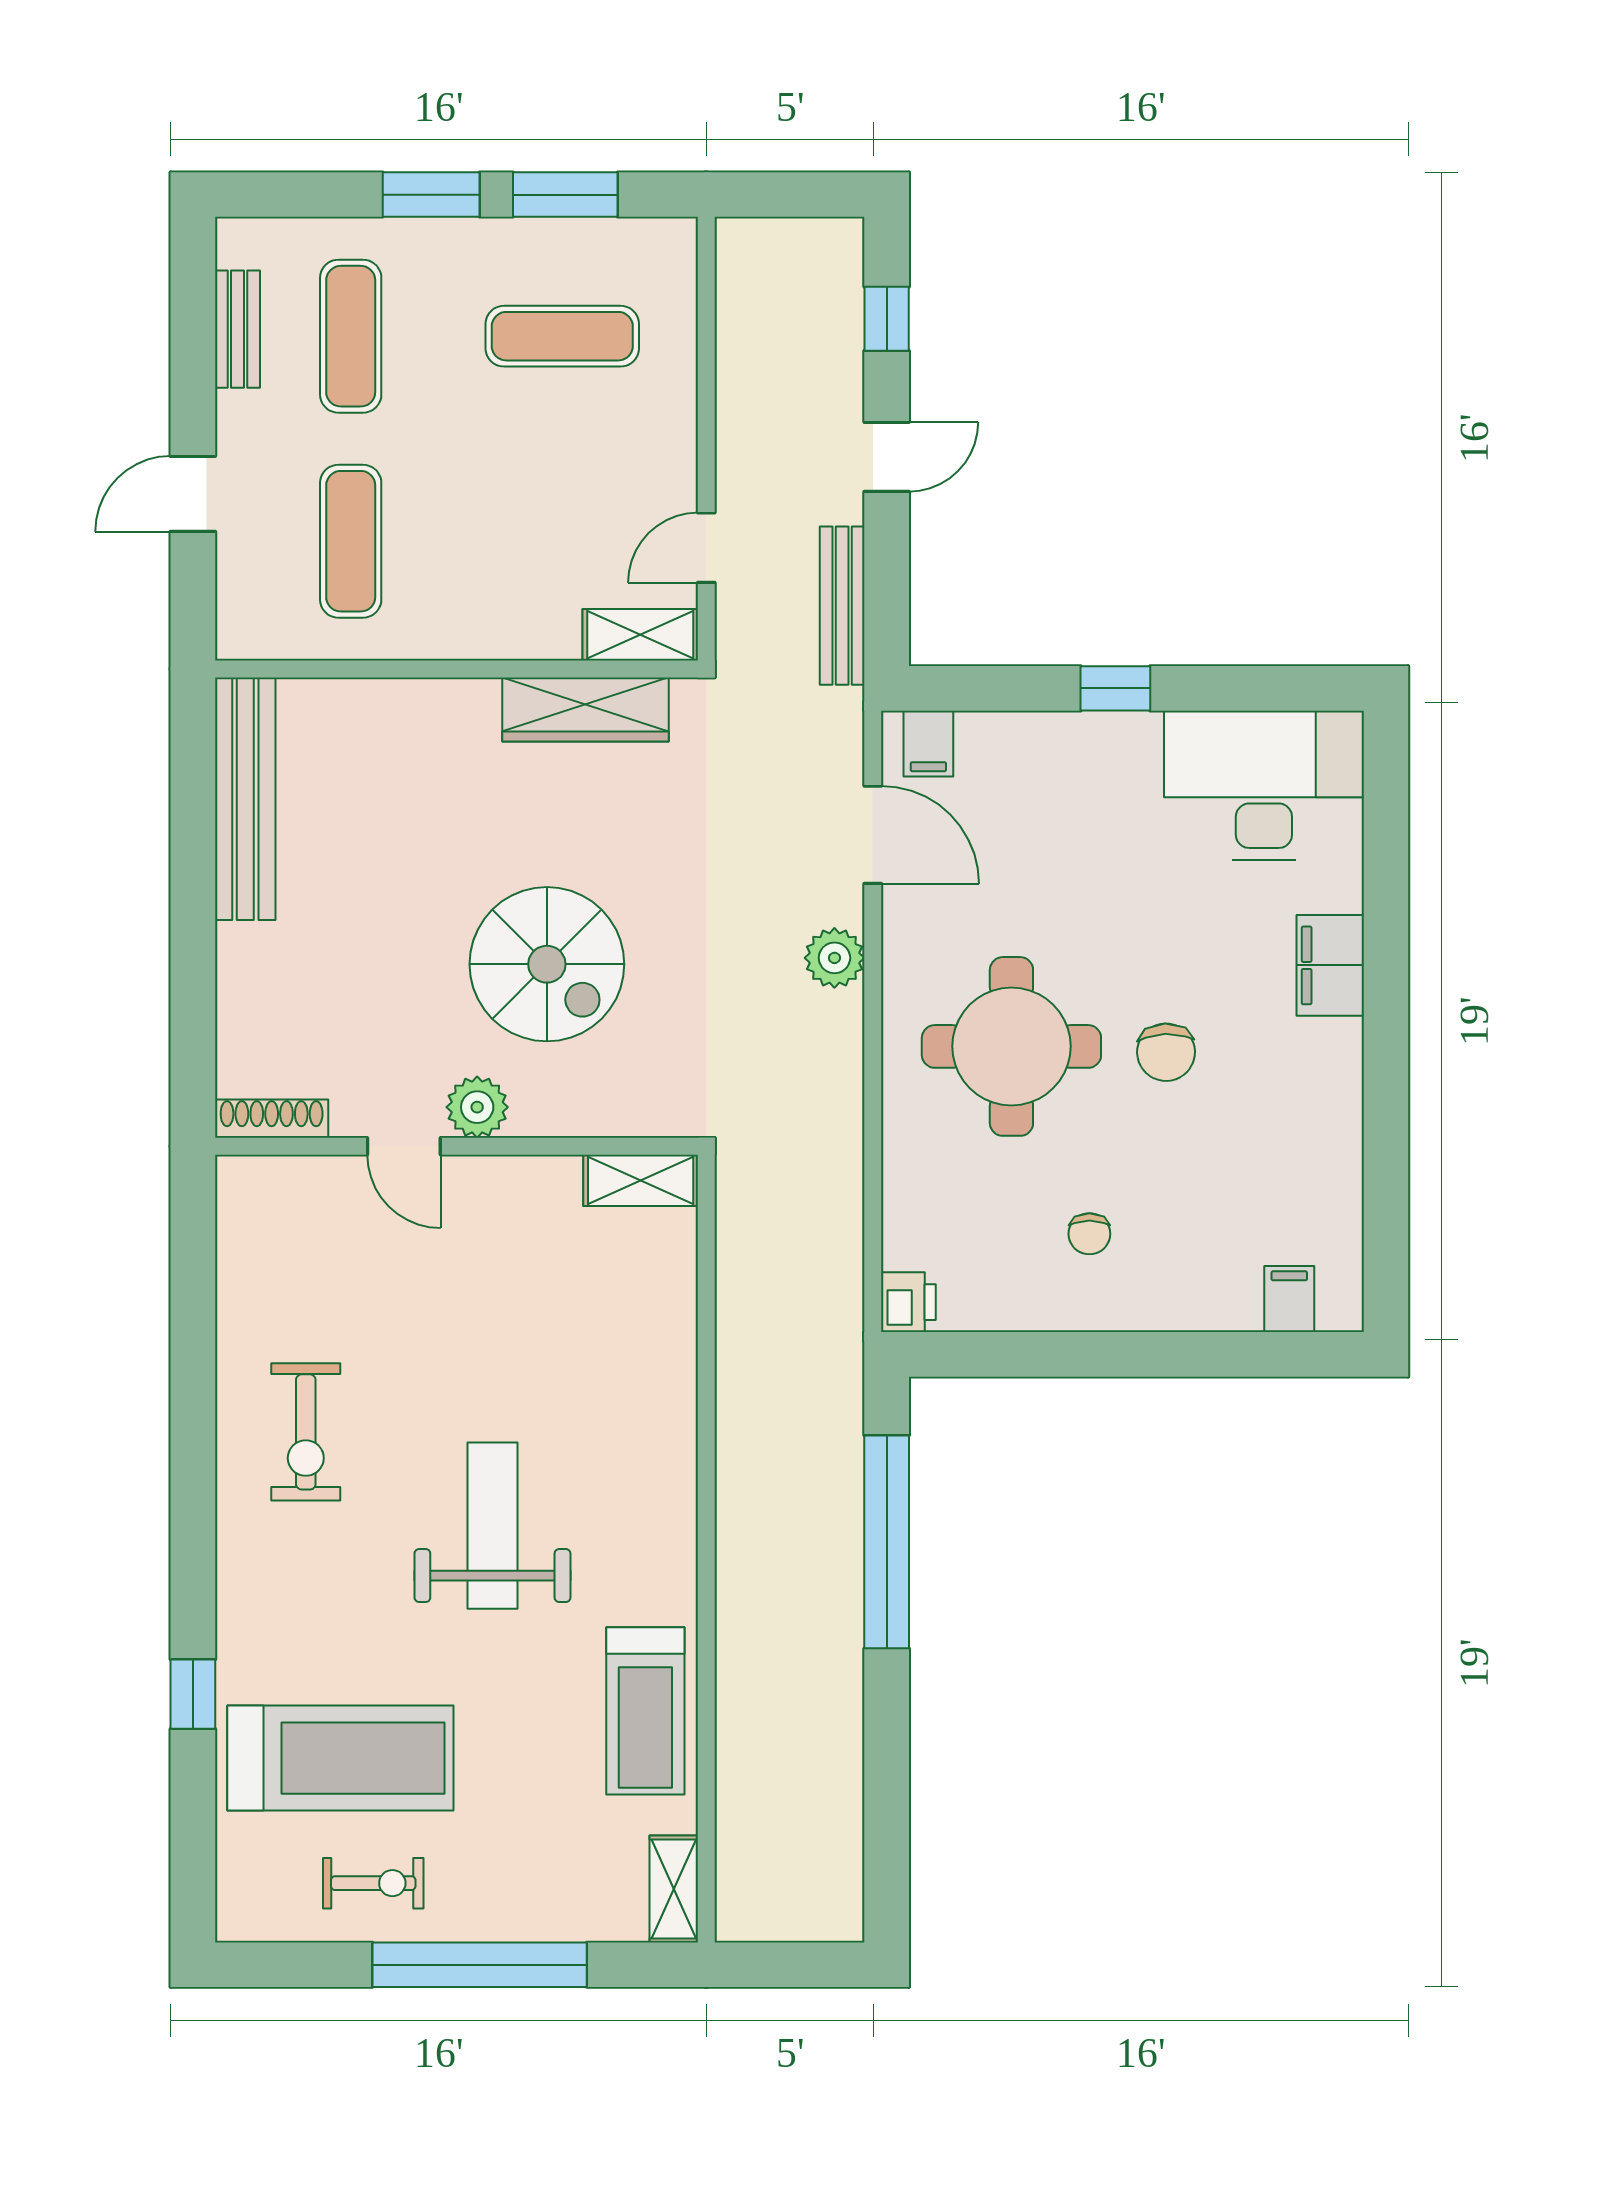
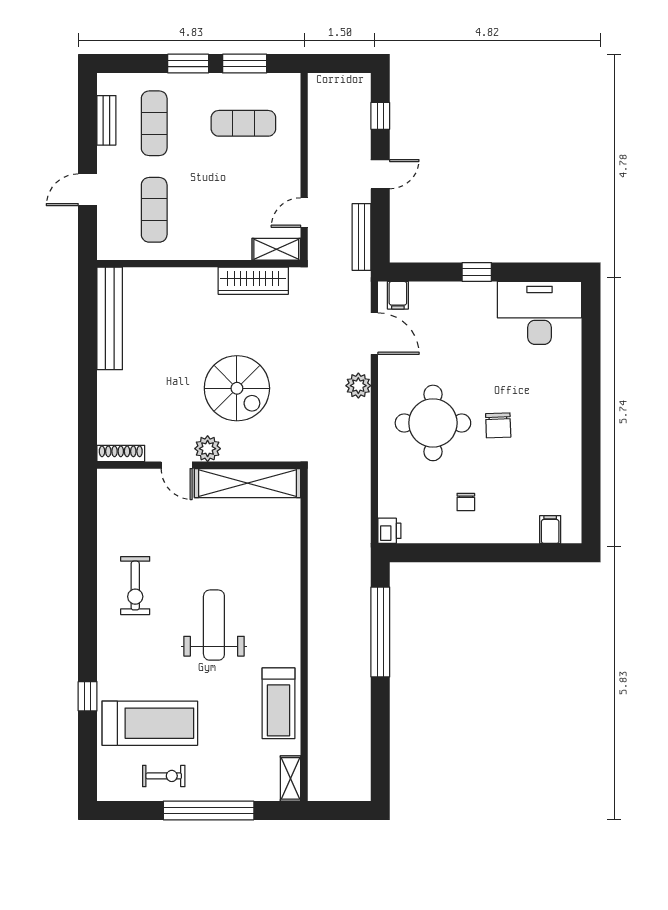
filing cabinet: (1330, 965) -> (567, 389), removed
shelving: (641, 1180) -> (248, 483), width x2.20, depth x1.33

